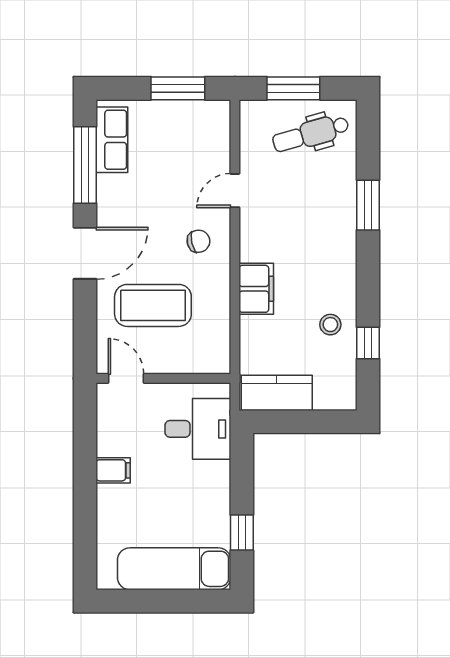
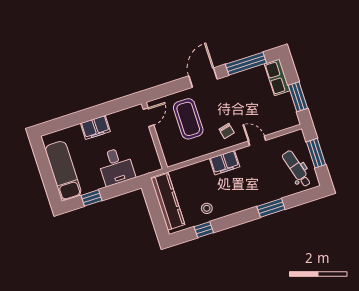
row of seats: (112, 140) -> (277, 77), moved, turned 90
door: (85, 253) -> (203, 78), swing flipped
filing cabinet: (256, 289) -> (225, 163), moved
kitchen counter: (277, 393) -> (168, 202), width x1.50
desk: (198, 429) -> (116, 166), moved
filing cabinet: (113, 470) -> (95, 127), width x2.00

